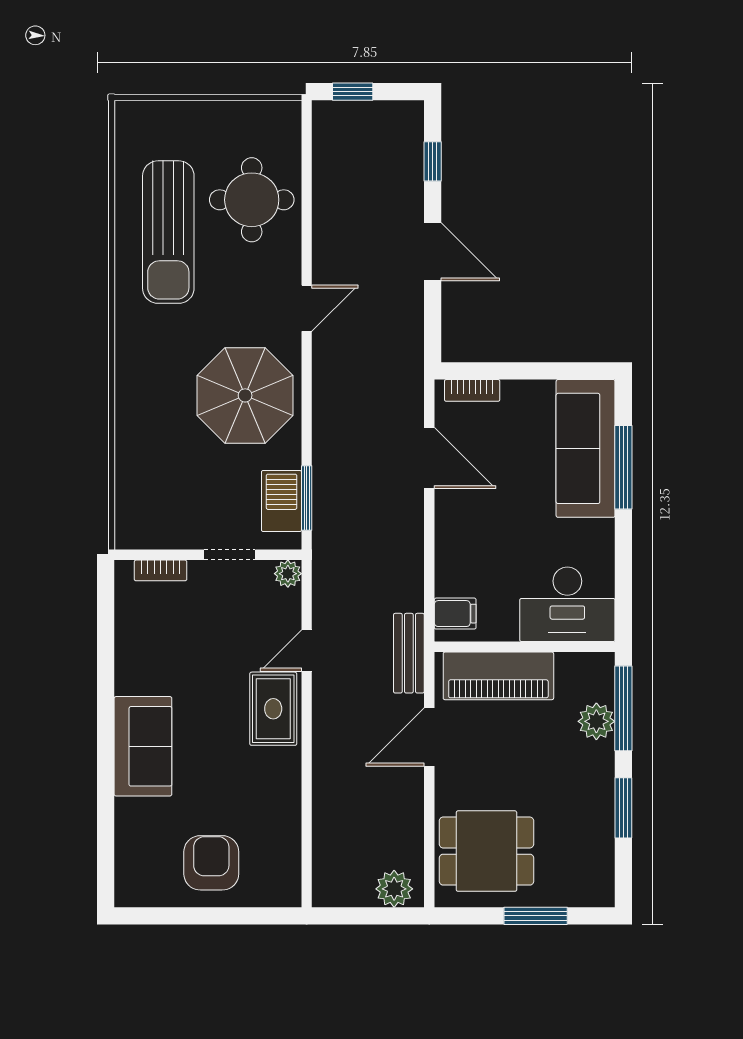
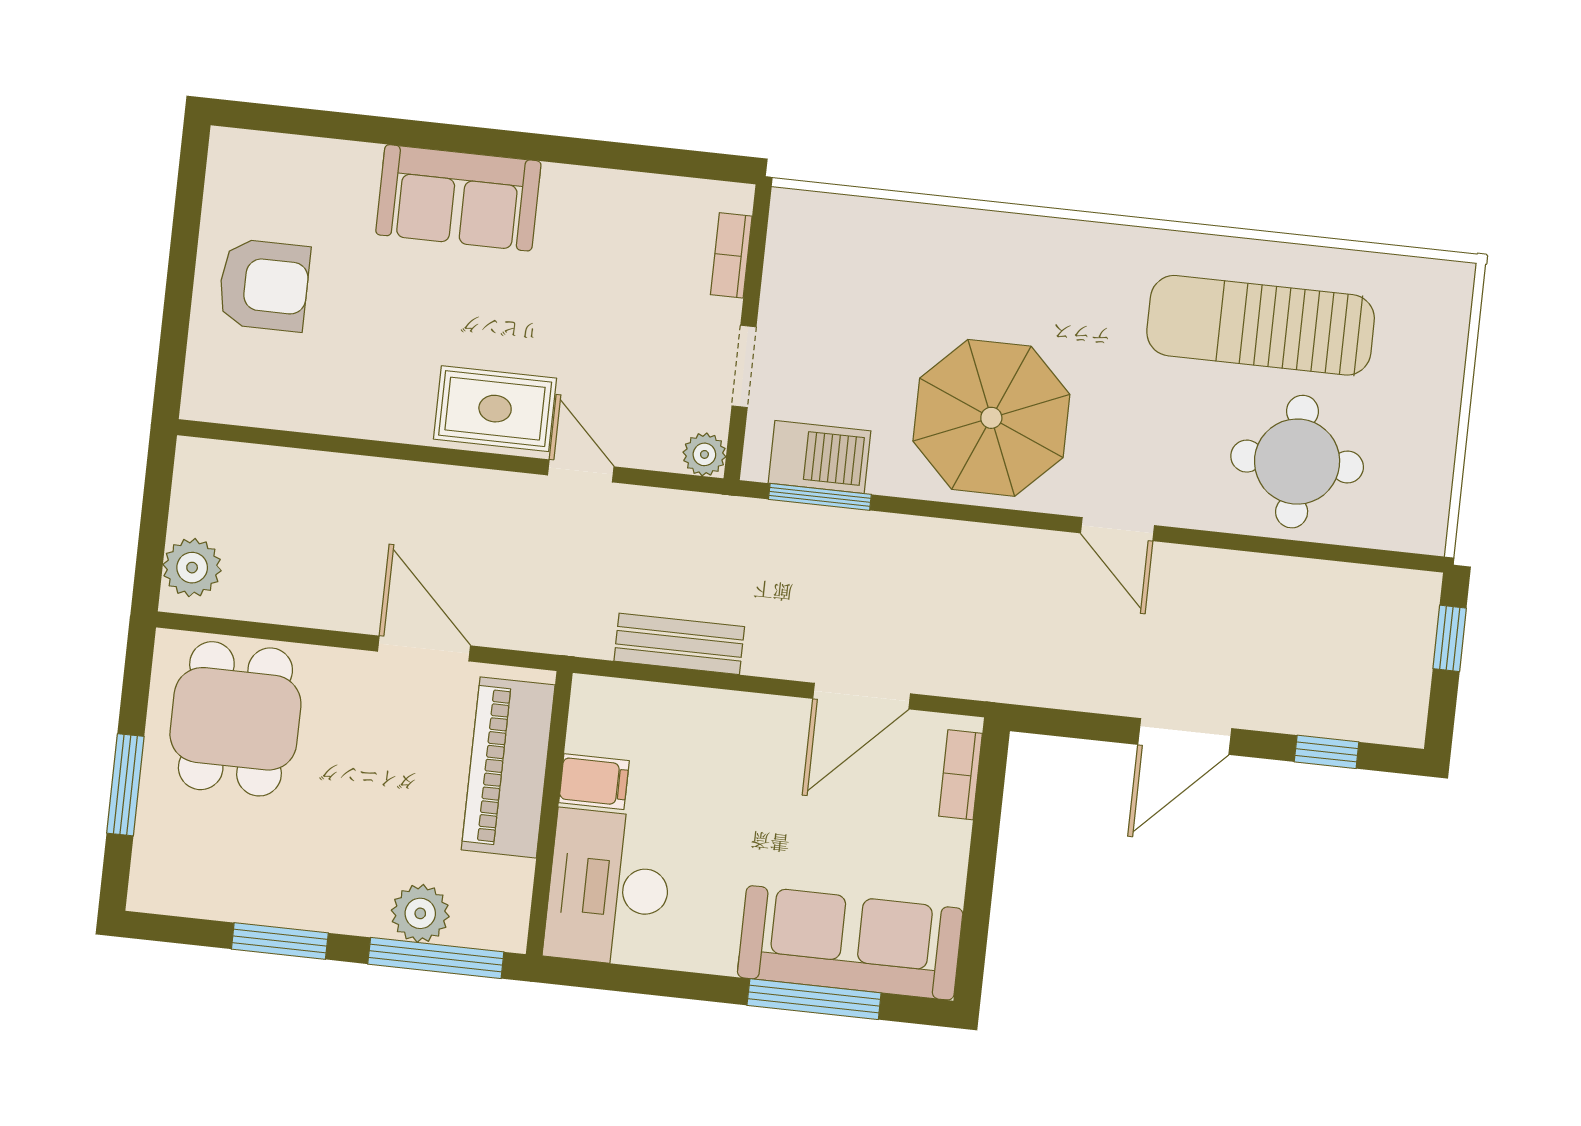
filing cabinet: (455, 614) -> (594, 782), moved, turned -90
bench: (409, 653) -> (679, 644), moved

